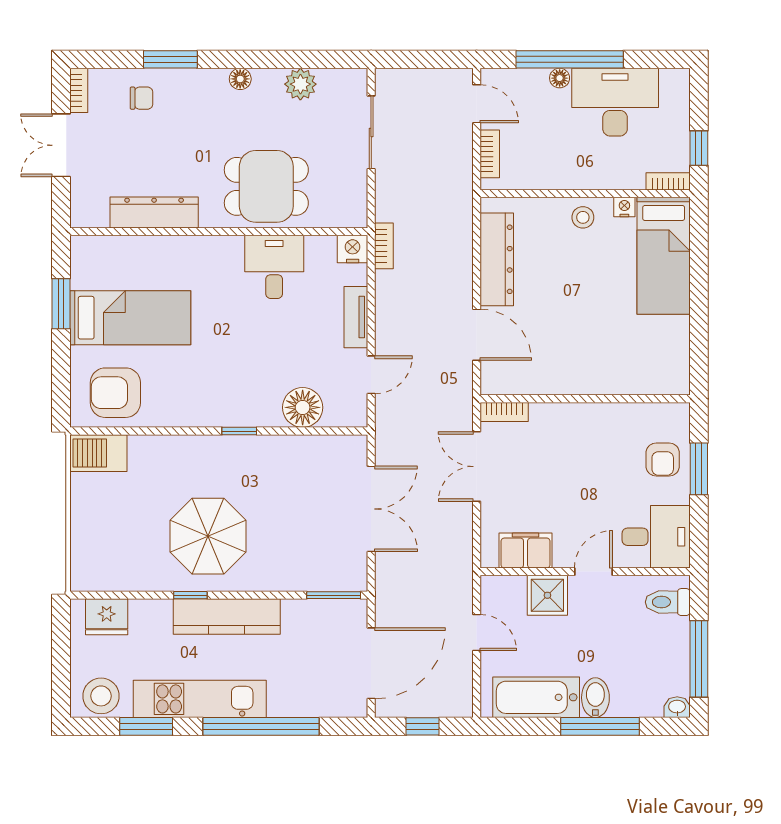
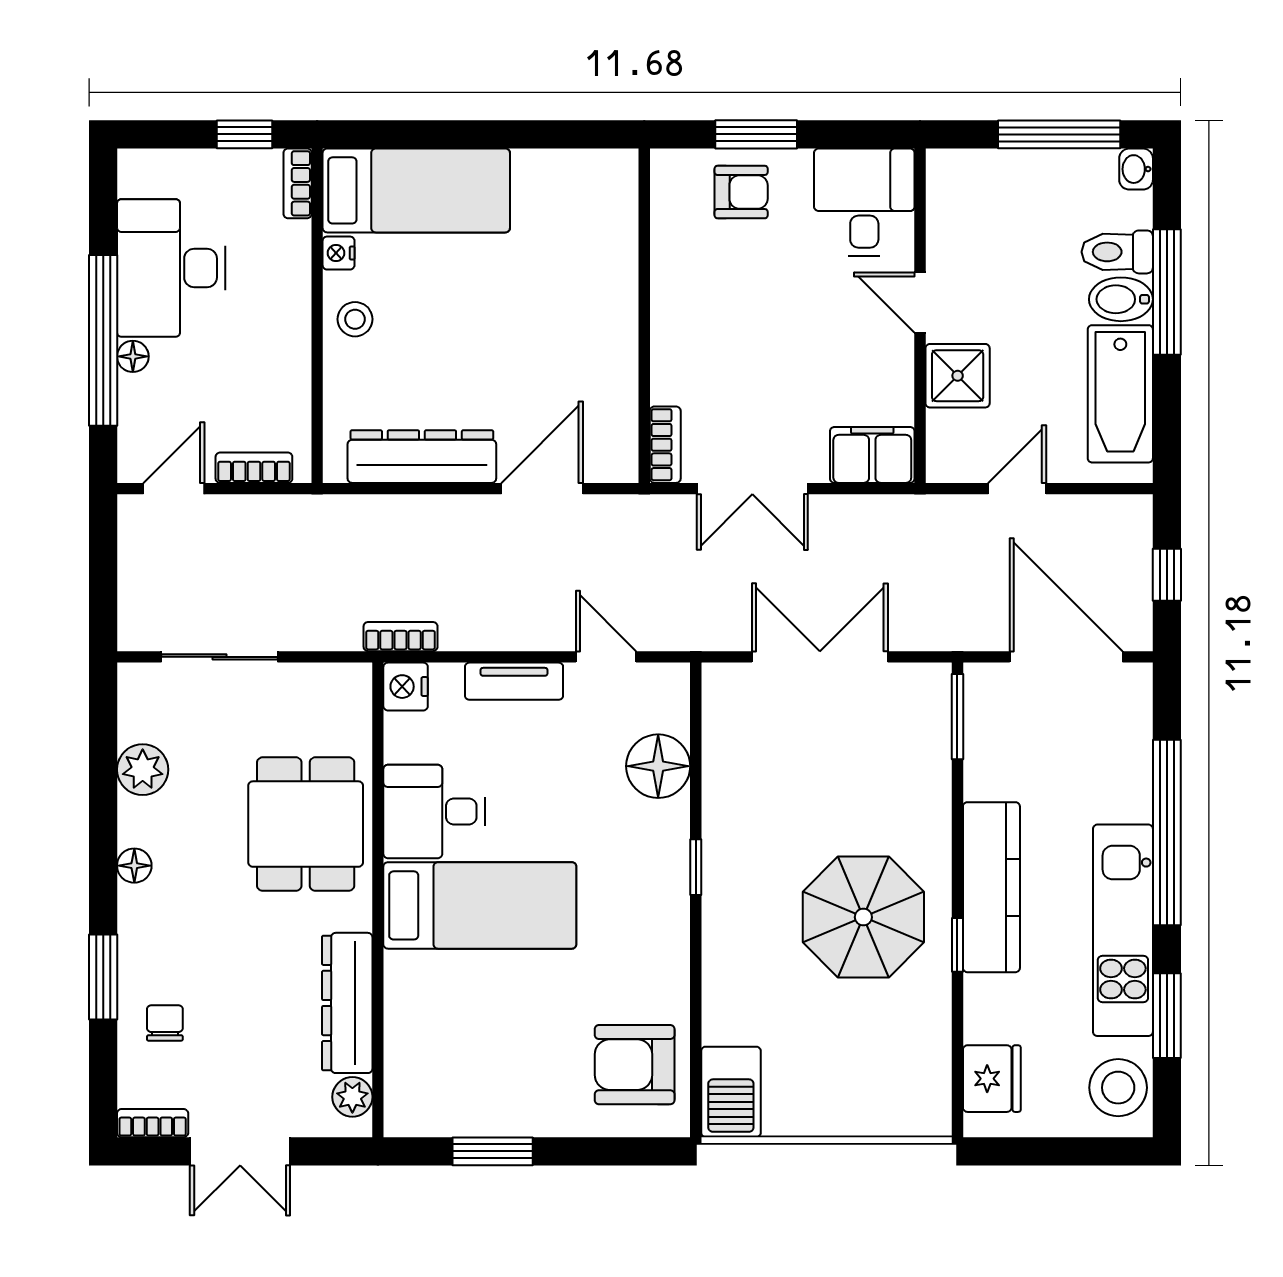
plant: (95, 216) -> (352, 1097), added
bed: (130, 318) -> (480, 905), moved, turned 90
armchair: (115, 393) -> (635, 1065), turned 90
filing cabinet: (526, 551) -> (872, 455), moved, turned 90
toilet: (668, 602) -> (1117, 252), moved, turned 90

